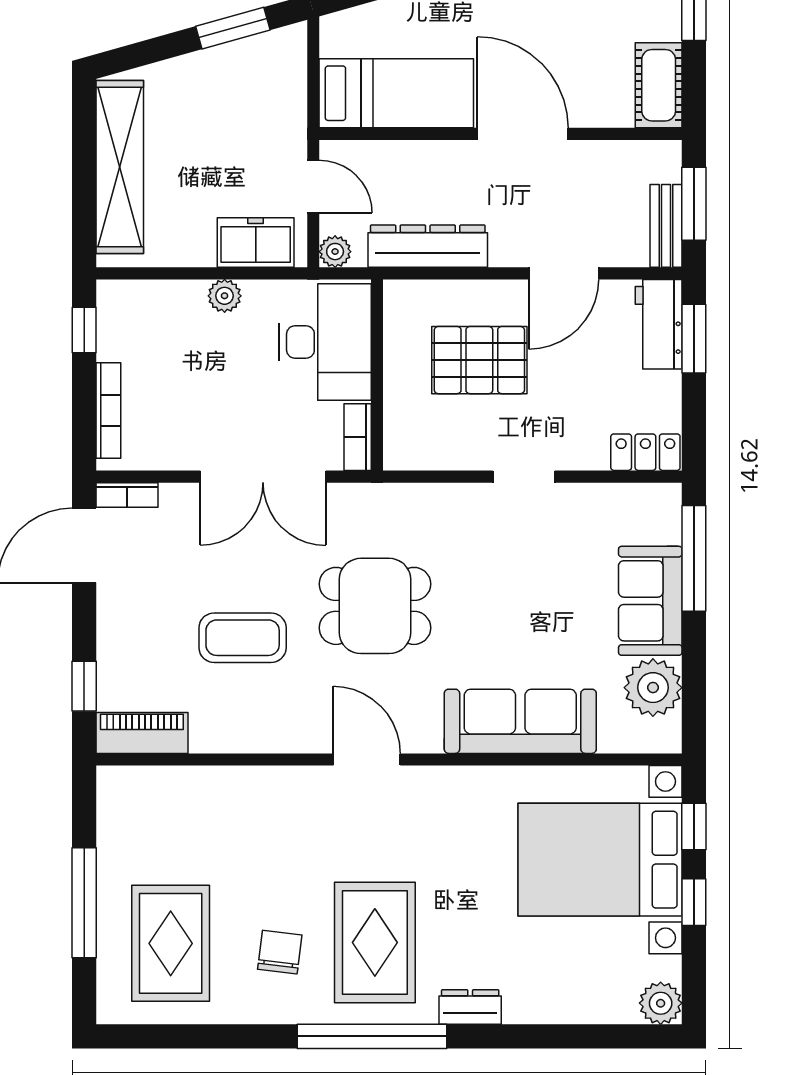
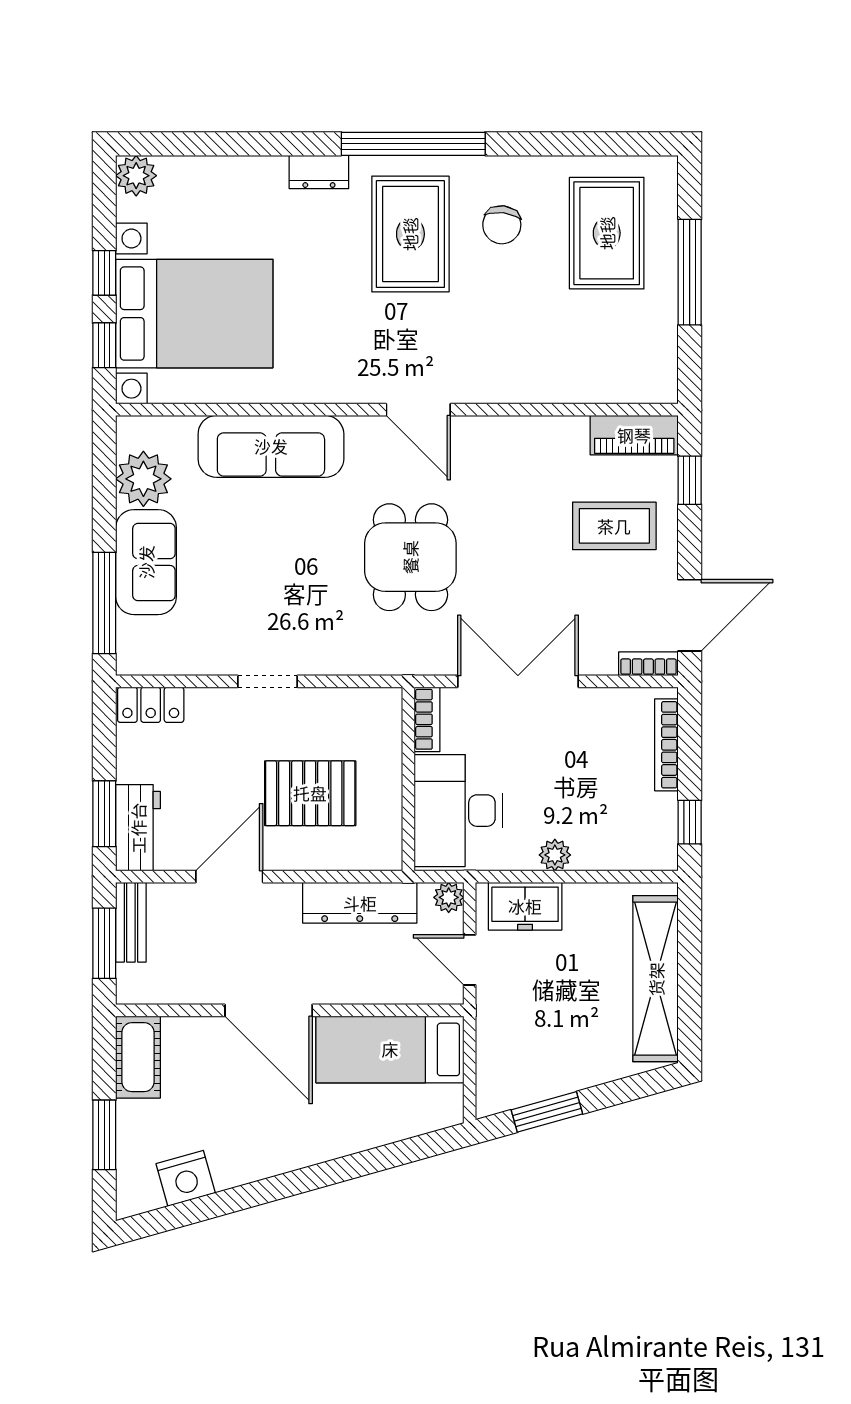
dining table: (375, 606) -> (410, 557), turned 90
coffee table: (243, 638) -> (614, 526), moved

